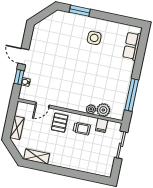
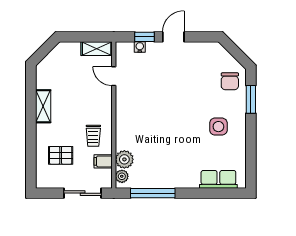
chair: (64, 23) -> (230, 81), added
plant: (91, 109) -> (122, 176), moved
pallet: (60, 123) -> (61, 155), moved
shelving: (17, 128) -> (97, 49), moved
shelving: (37, 156) -> (43, 106), moved

